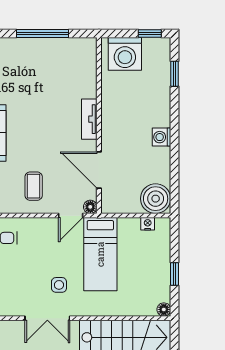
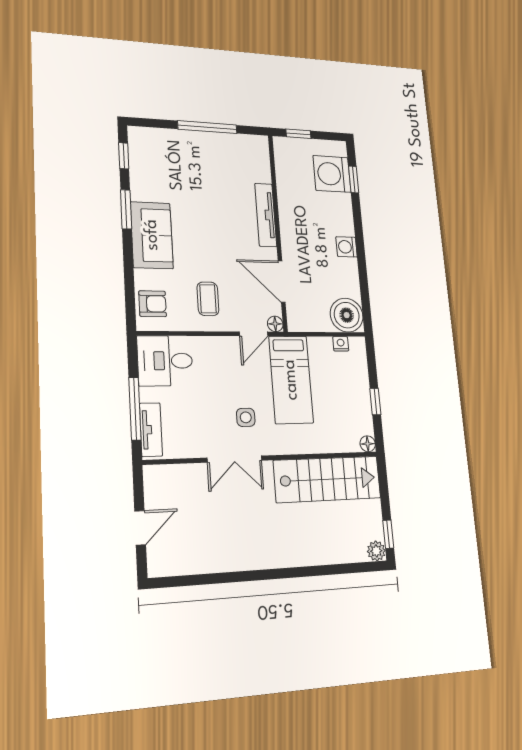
window: (150, 33) -> (299, 134), moved
washing machine: (125, 54) -> (332, 174), moved, turned 90
tv unit: (89, 119) -> (266, 215), width x1.41

